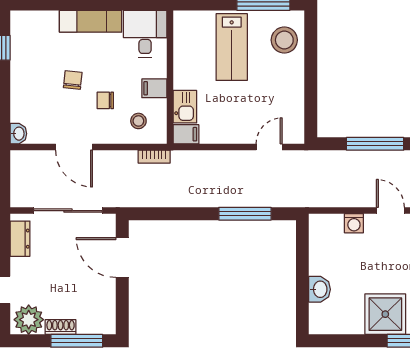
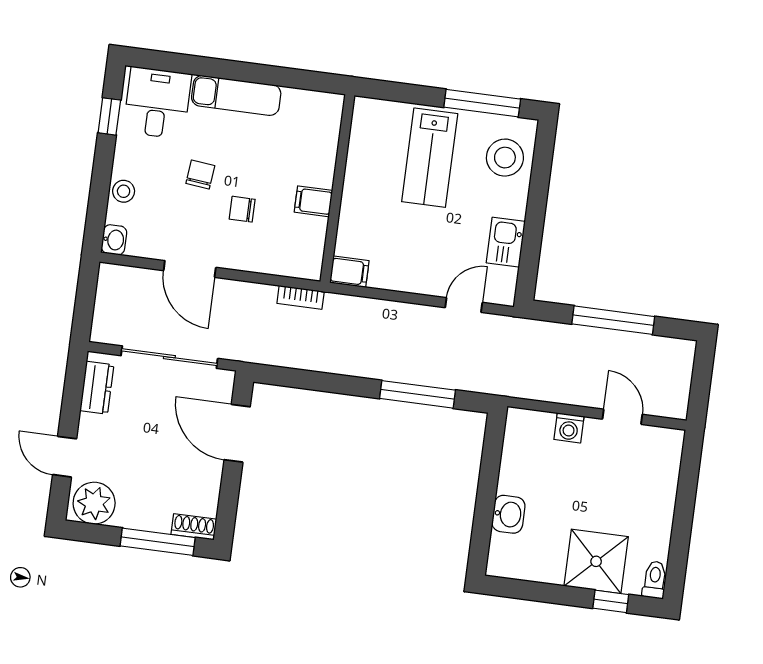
desk: (145, 34) -> (157, 103), moved
kitchen sink: (185, 107) -> (506, 242), moved, turned 180
stool: (138, 121) -> (124, 191), moved
shoe rack: (61, 327) -> (194, 527), moved

